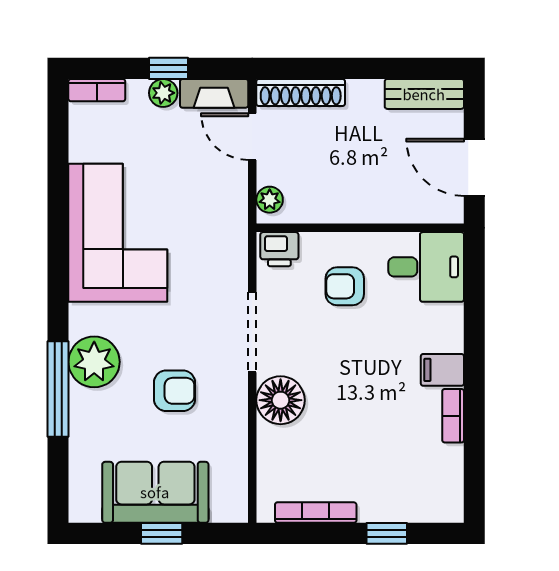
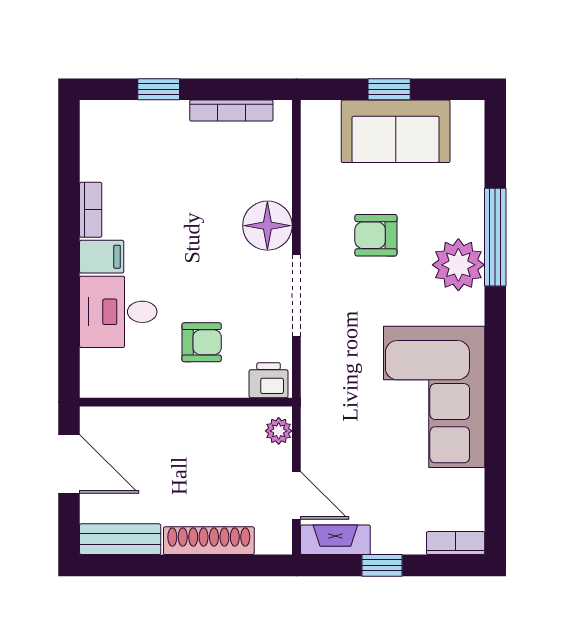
shoe rack: (301, 92) -> (209, 541), moved
plant: (163, 93) -> (388, 540), removed
desk: (426, 267) -> (118, 312), moved

